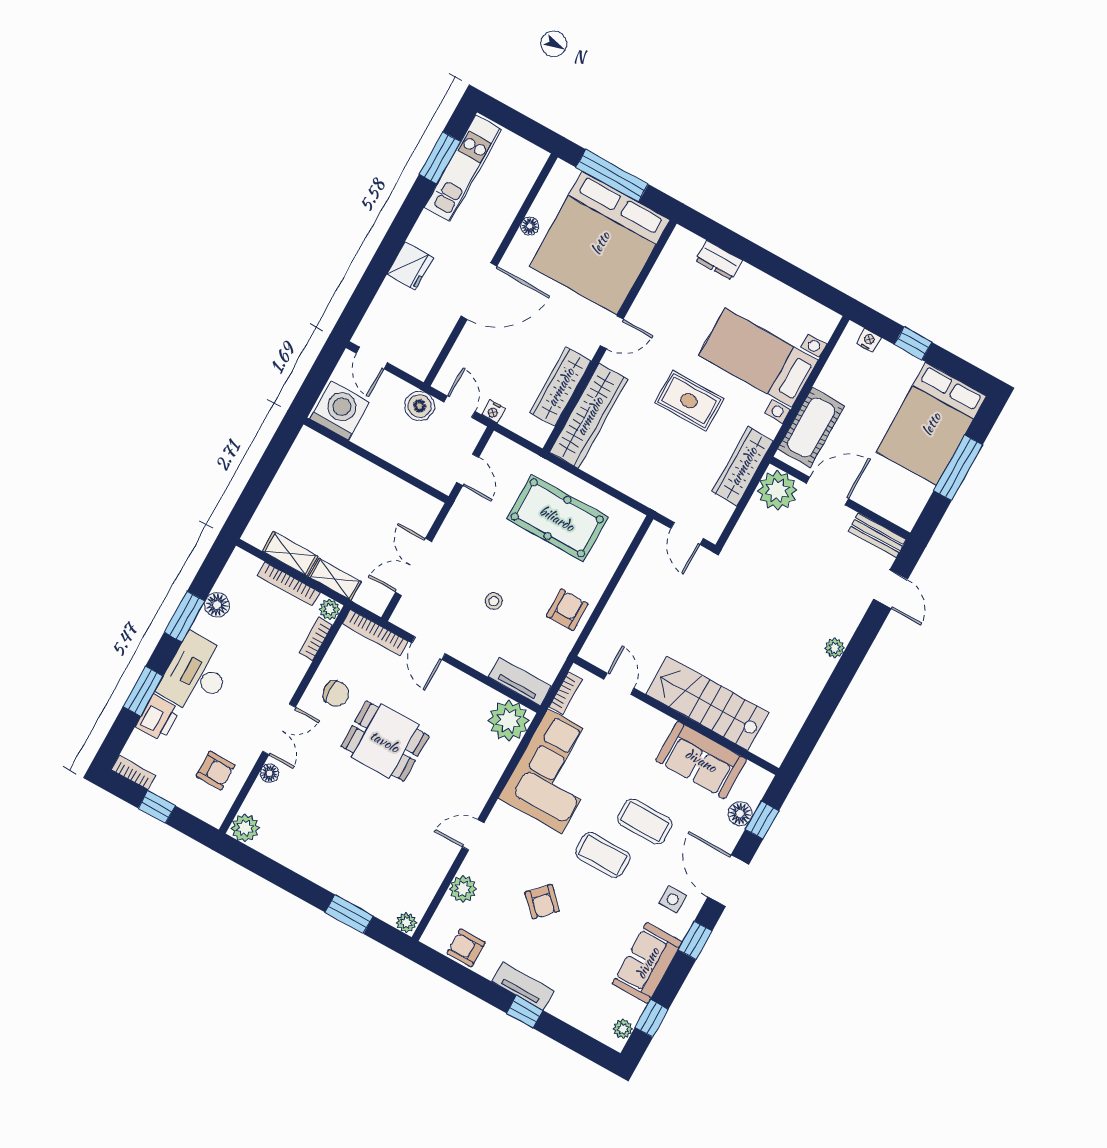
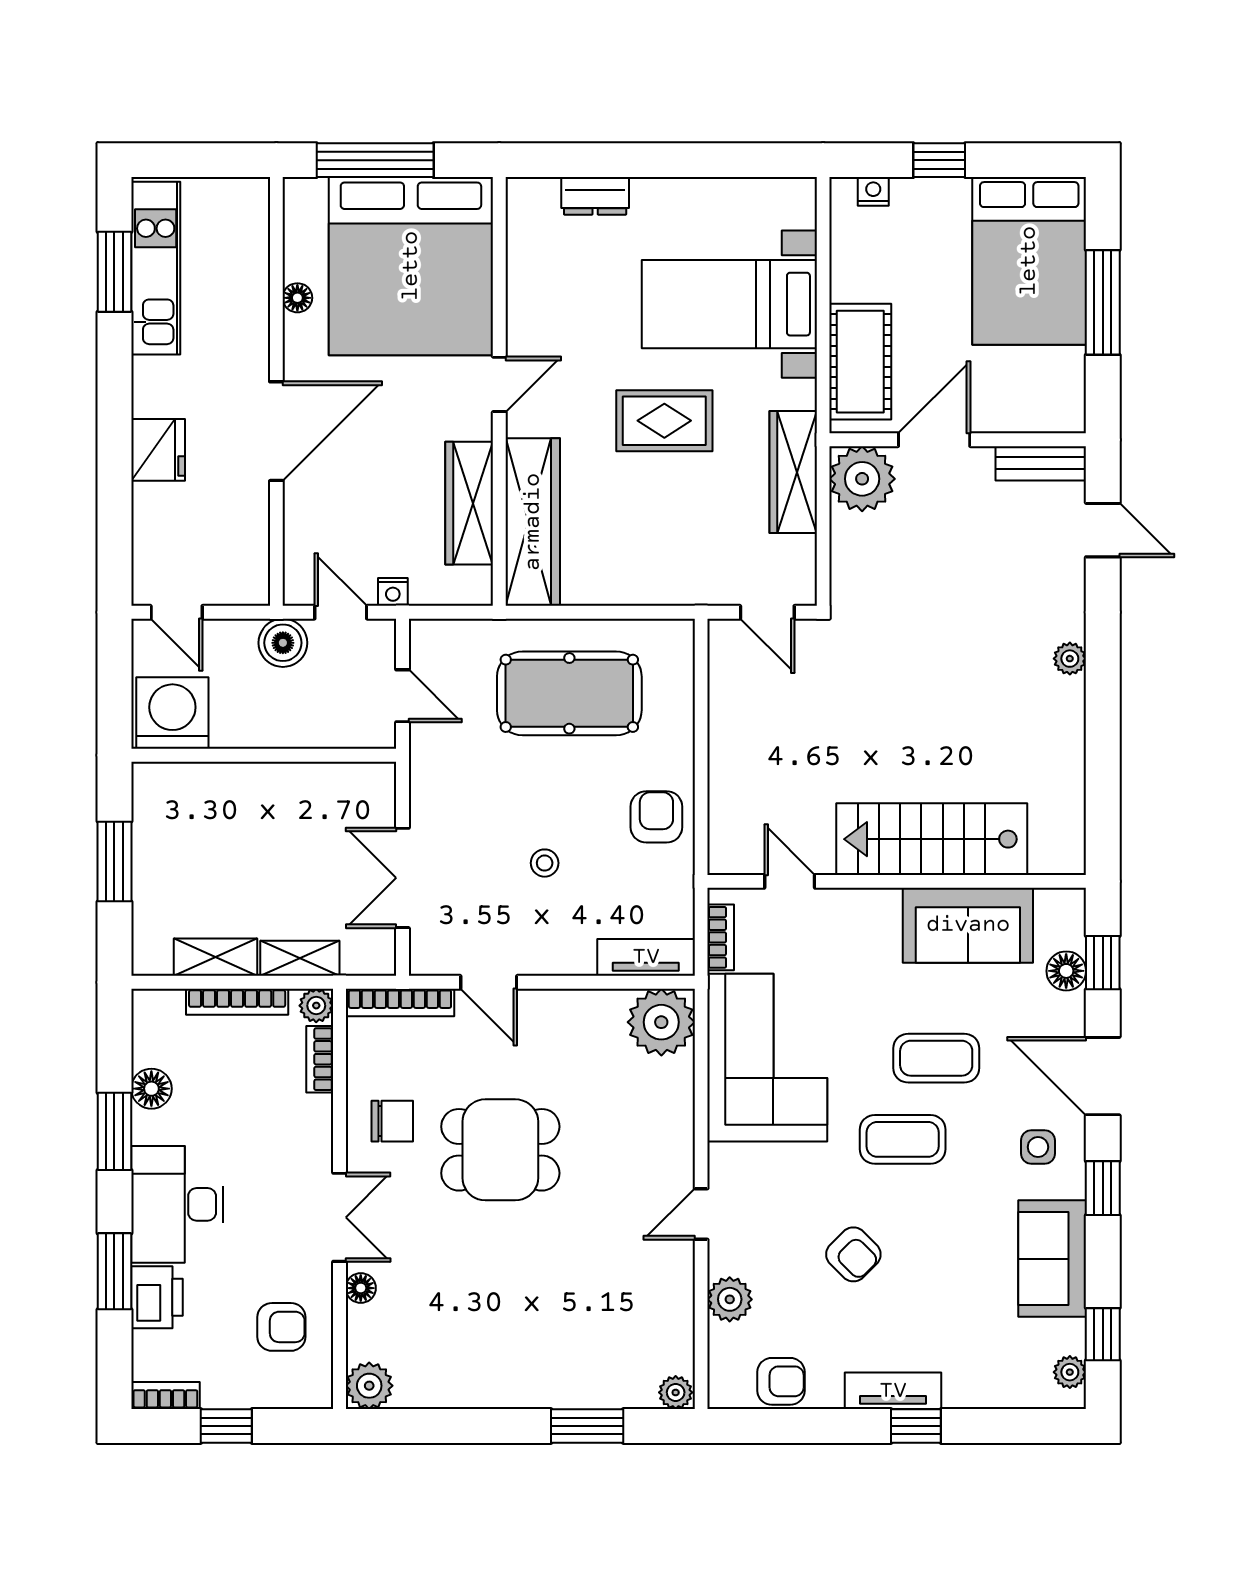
window: (265, 473) -> (114, 862), added
armchair: (466, 948) -> (781, 1381), turned 180

